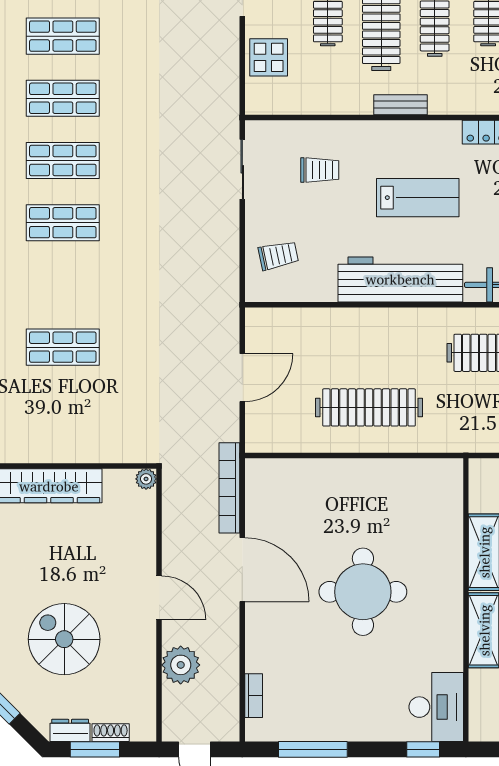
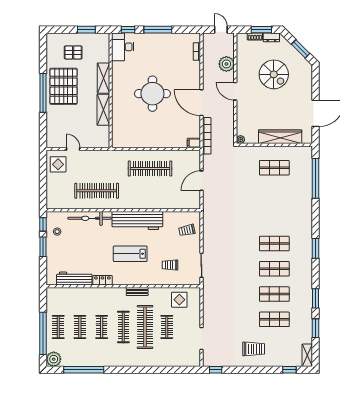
display table: (269, 57) -> (179, 300), moved
shop shelf: (63, 347) -> (274, 168), moved
filing cabinet: (261, 470) -> (194, 143), added
window: (313, 749) -> (158, 30), moved

